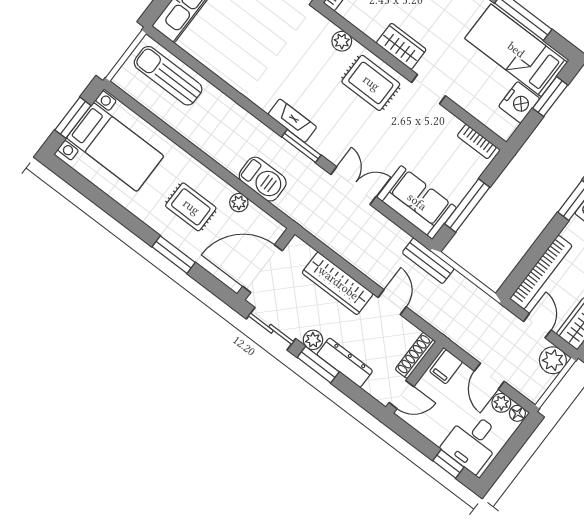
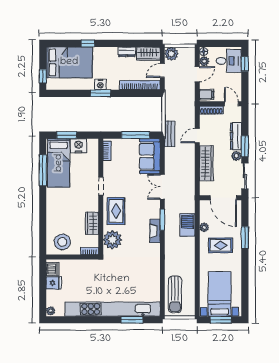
plant: (342, 41) -> (112, 240), width x1.87, depth x1.87
wardrobe: (401, 46) -> (92, 223), moved
rug: (191, 207) -> (220, 245), turned 90

